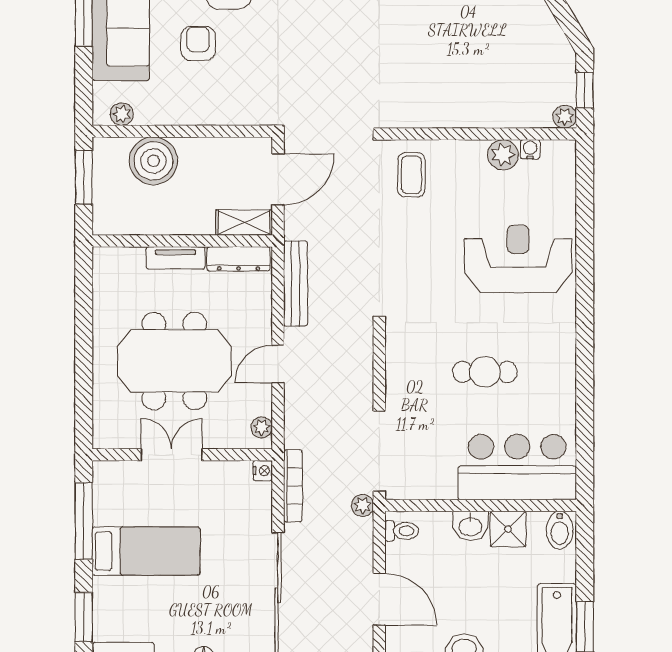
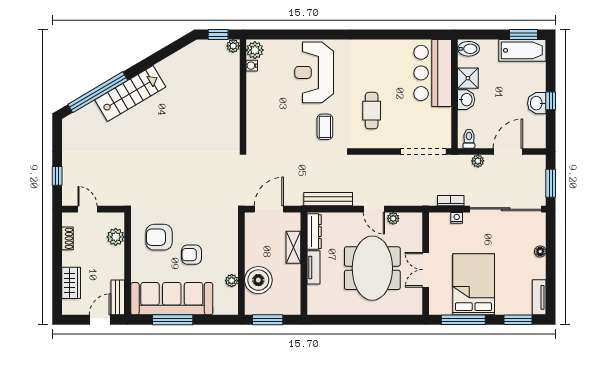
plant: (122, 114) -> (232, 281), moved
plant: (503, 155) -> (255, 50), moved
coffee table: (411, 175) -> (325, 127), moved, turned 90
door: (278, 179) -> (269, 209), hinge flipped
shelving: (244, 223) -> (293, 247), moved
cafe table: (485, 372) -> (372, 111), moved
plant: (262, 427) -> (393, 218), moved
nightstand: (263, 471) -> (457, 218), moved
bookcase: (293, 486) -> (451, 201), width x0.64
plant: (363, 505) -> (478, 161), moved
bed: (146, 551) -> (474, 284), width x1.50

